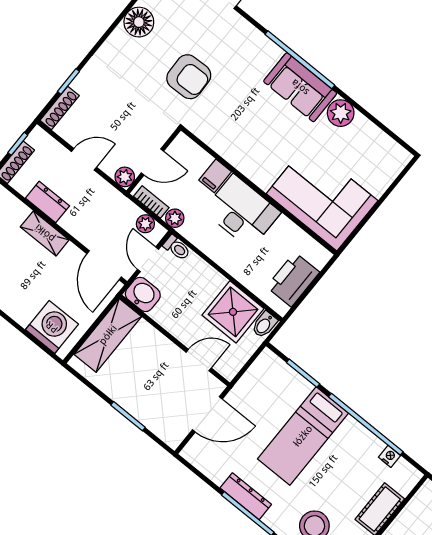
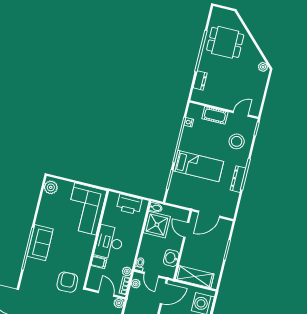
armchair: (189, 77) -> (67, 282), moved
plant: (341, 113) -> (51, 187), moved
door: (148, 259) -> (151, 275), hinge flipped
washbasin: (143, 294) -> (171, 258), moved
door: (207, 414) -> (209, 214), swing flipped

